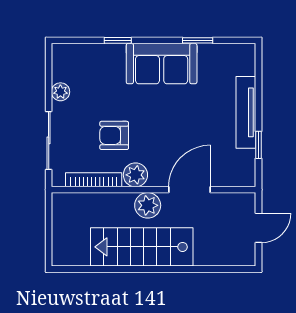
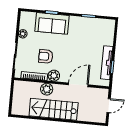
sofa: (162, 64) -> (52, 23), moved
tv unit: (246, 112) -> (107, 63), moved
plant: (148, 205) -> (47, 89), moved

